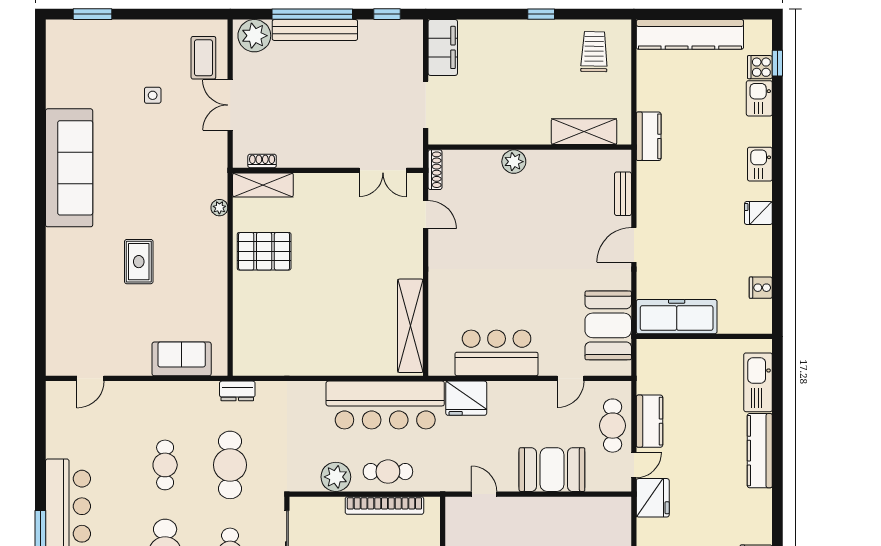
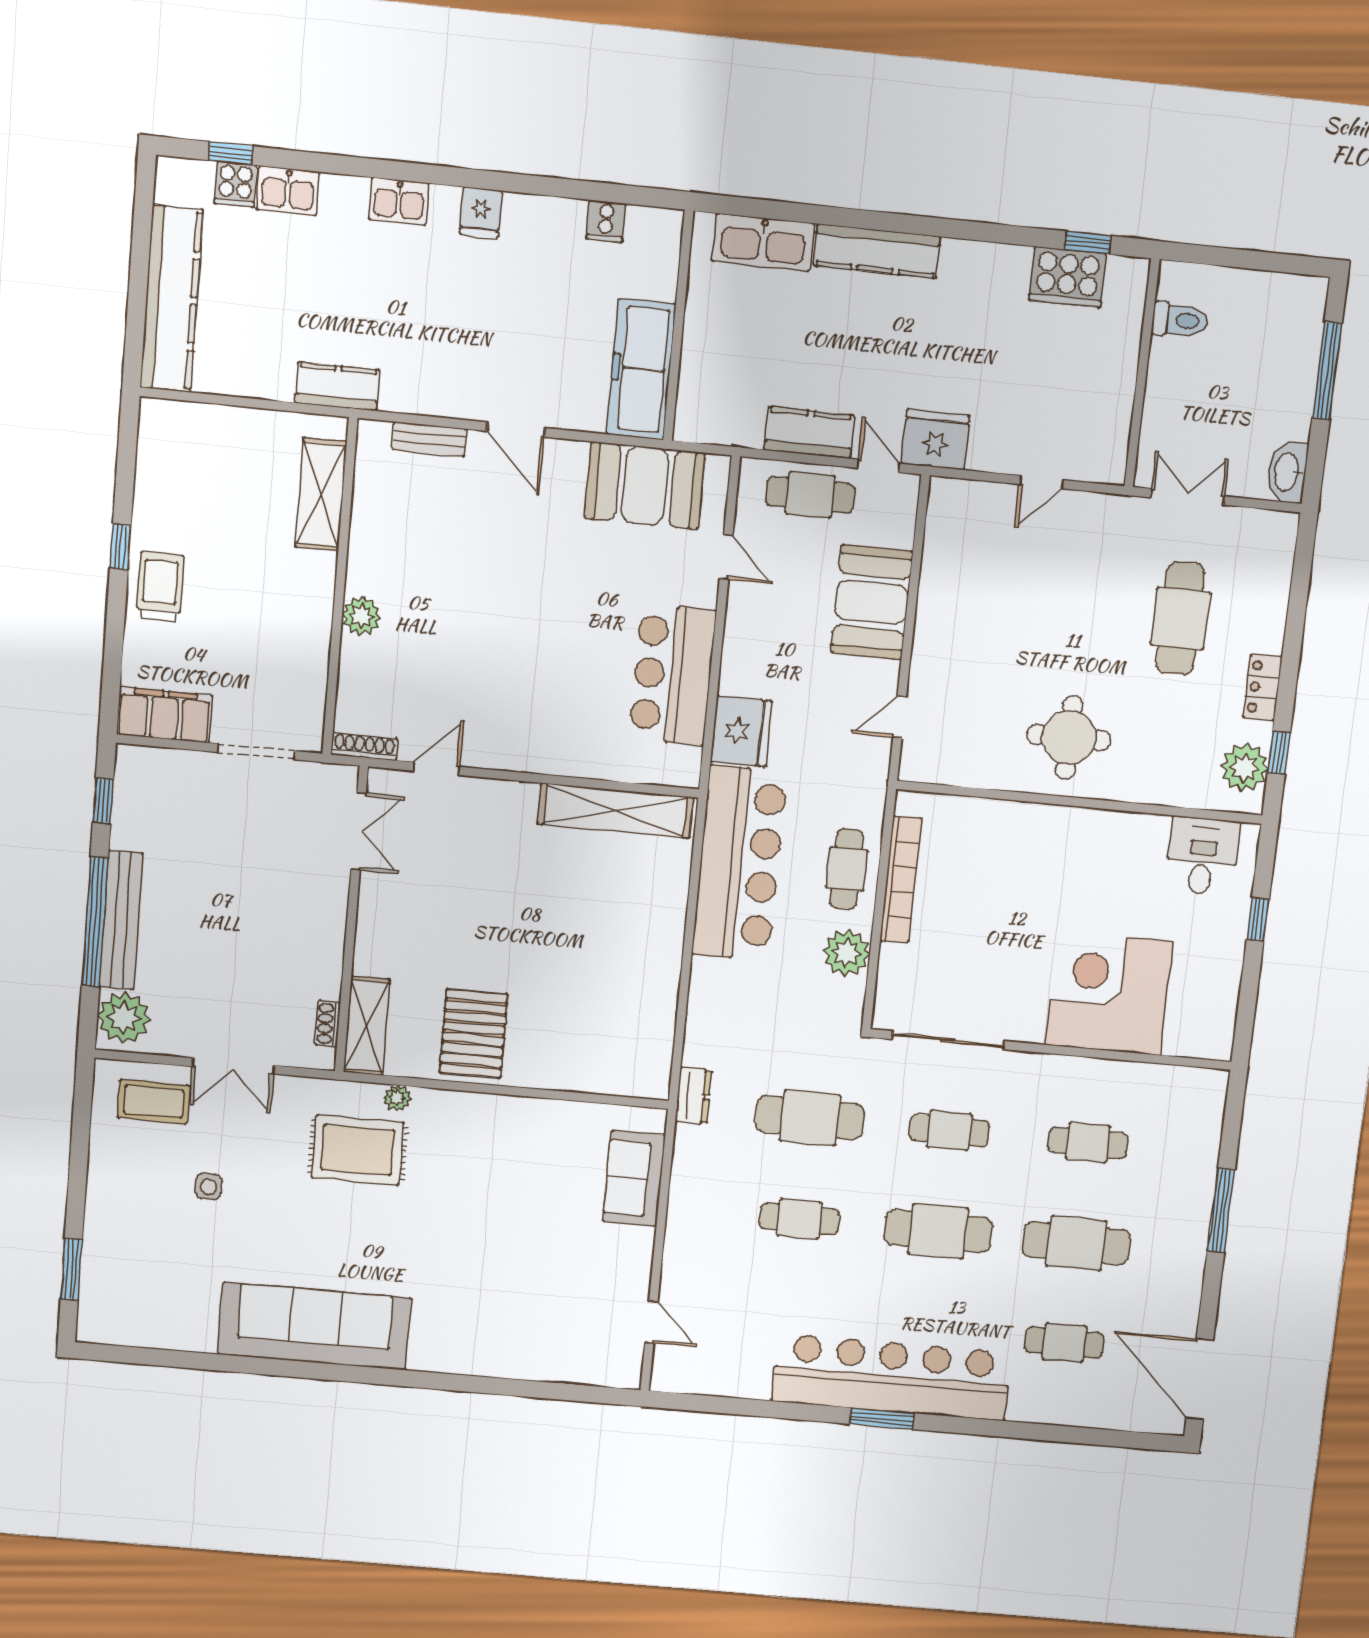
trolley: (594, 52) -> (160, 587), moved, turned 89
rug: (139, 262) -> (358, 1150), moved, width x1.36, depth x1.43

